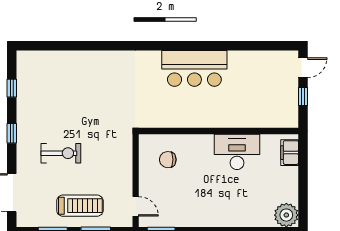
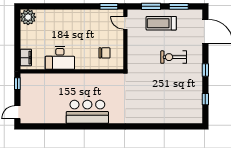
window: (303, 97) -> (17, 84), moved

